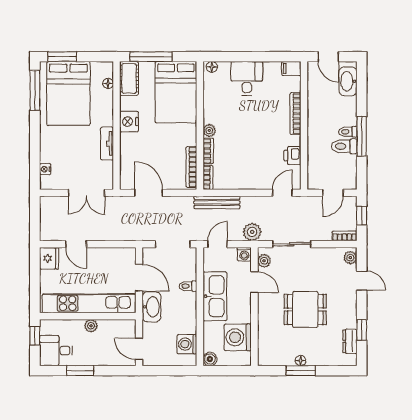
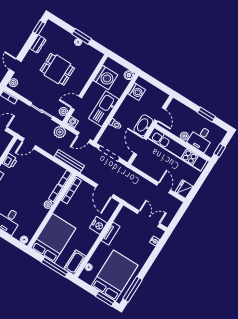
nightstand: (129, 122) -> (98, 225), moved
double door: (86, 193) -> (149, 219), moved
door: (254, 282) -> (76, 103), hinge flipped
window: (362, 330) -> (39, 28), moved
dresser: (350, 341) -> (38, 44), moved
door: (139, 349) -> (160, 115), moved
desk: (56, 351) -> (201, 139), moved, turned 90

